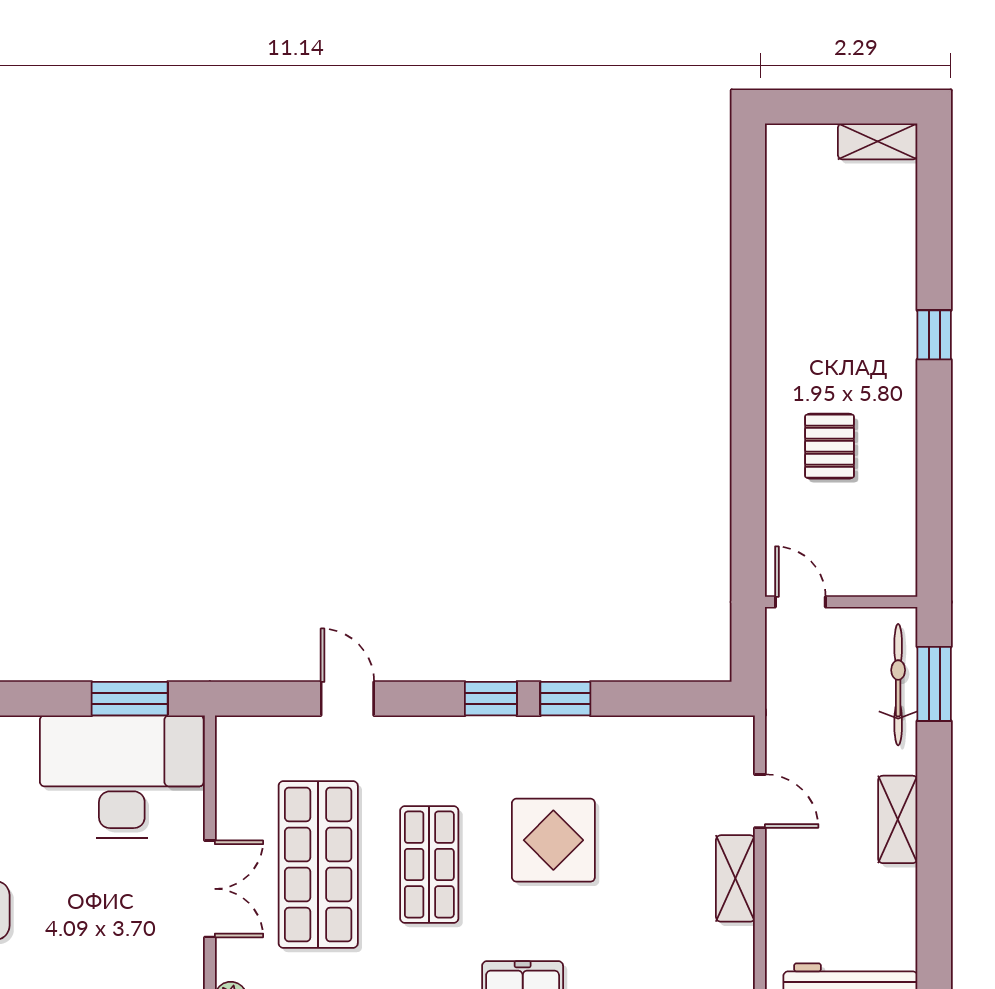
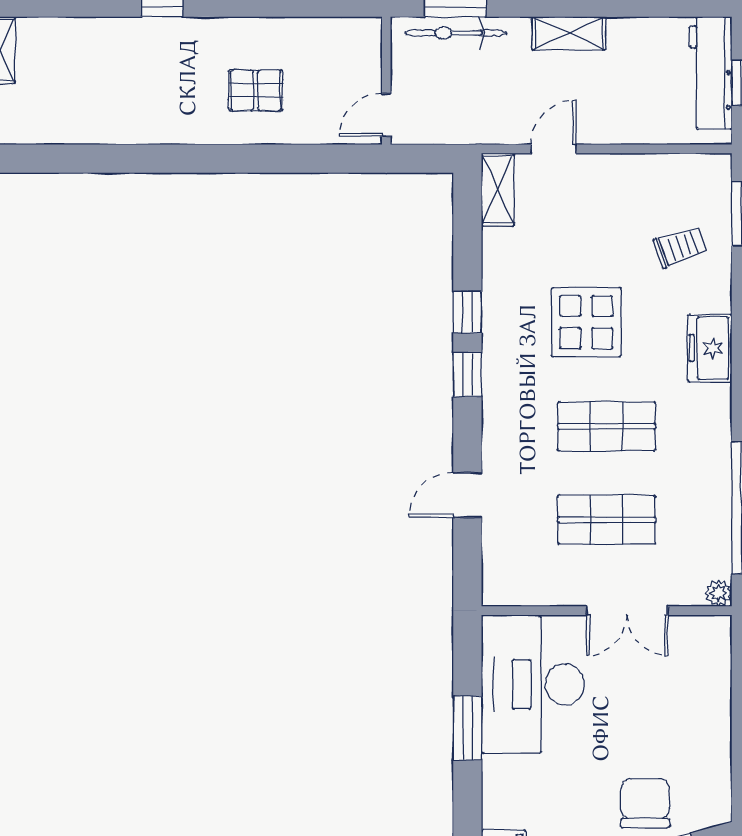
window: (130, 699) -> (467, 728), moved
shop shelf: (318, 864) -> (607, 520), width x0.70, depth x0.74
shelving: (735, 878) -> (498, 189), moved, turned 90
double door: (210, 889) -> (627, 611), swing flipped
trolley: (643, 952) -> (680, 247), added

